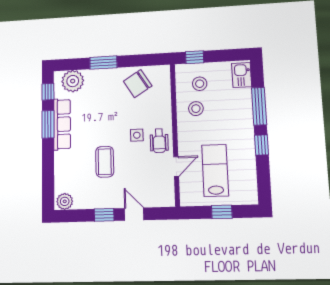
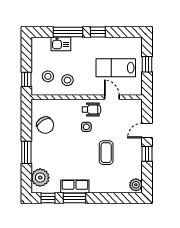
kitchen sink: (242, 75) -> (61, 44), moved
row of seats: (62, 124) -> (75, 186), width x0.68
coffee table: (105, 162) -> (106, 153), turned 90

